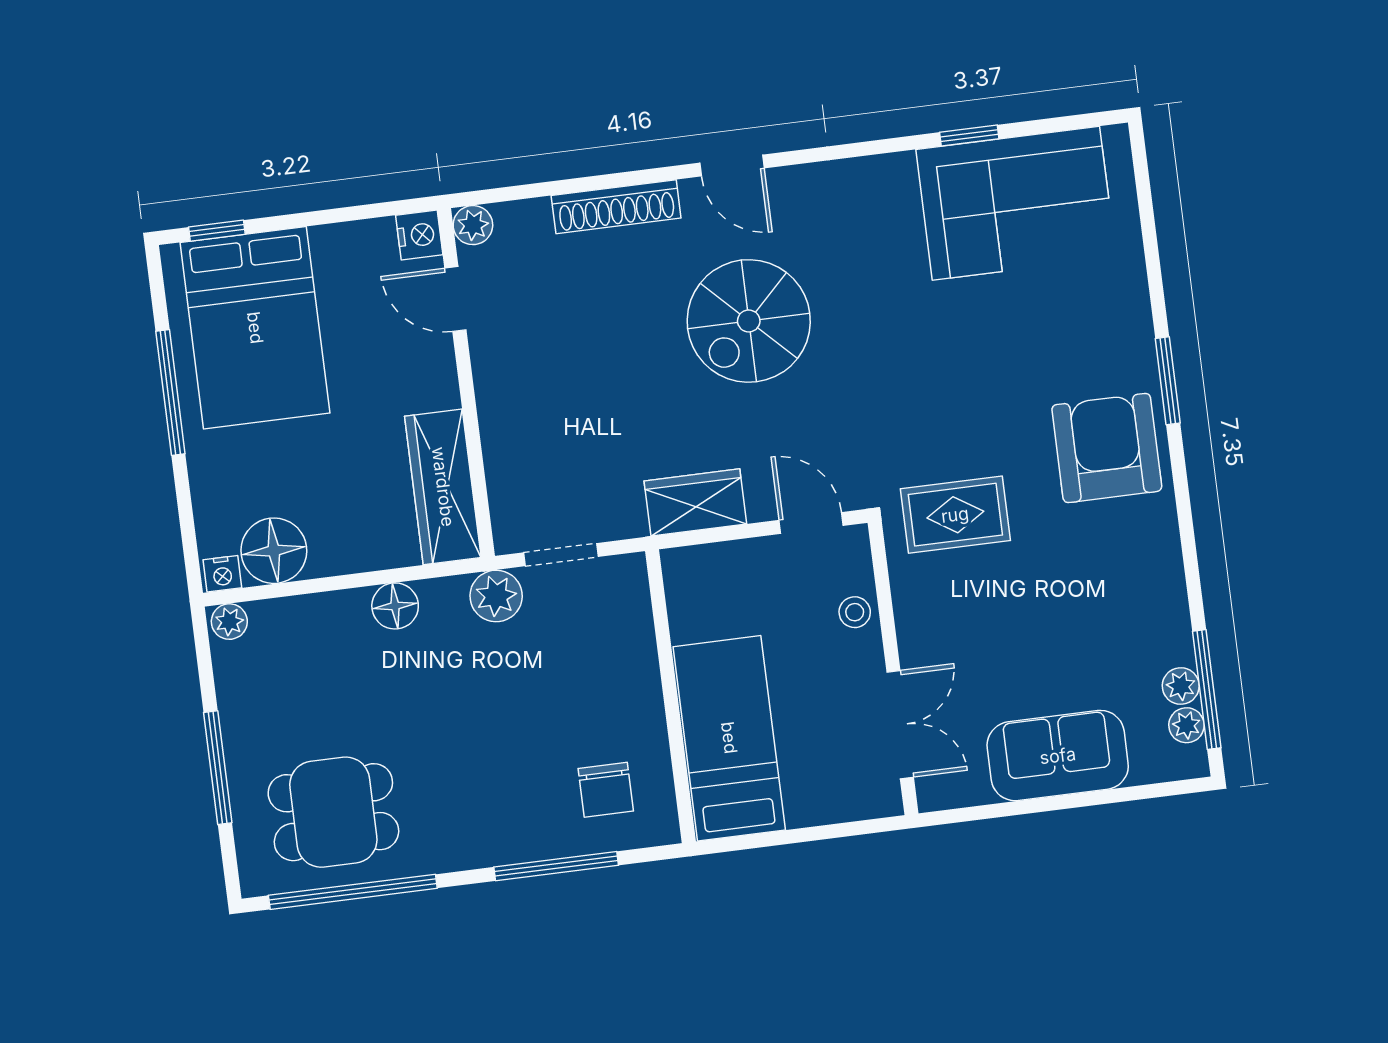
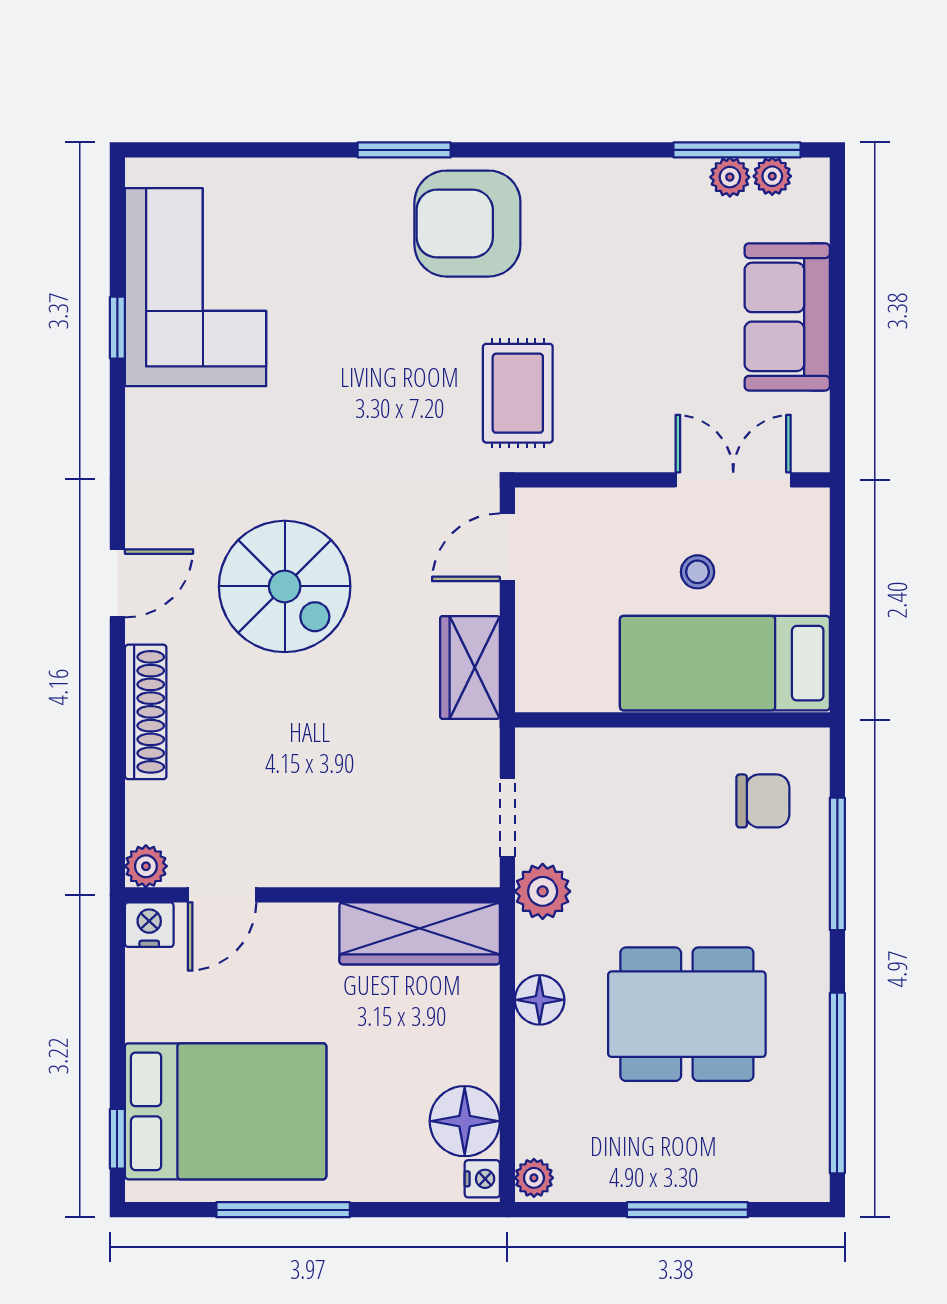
stool: (855, 612) -> (697, 572), moved
dining table: (333, 812) -> (687, 1014), moved, width x1.38

